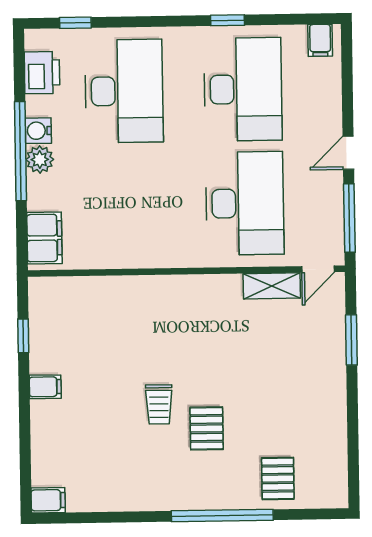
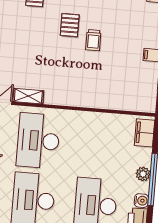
water cooler: (38, 131) -> (141, 201), moved
trolley: (159, 404) -> (93, 40), turned 180

